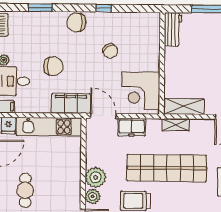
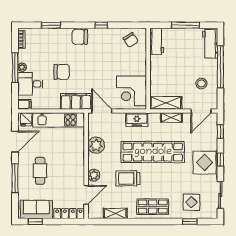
chair: (110, 51) -> (131, 40), moved
shelving: (176, 125) -> (171, 118), moved
freezer: (132, 127) -> (137, 120), moved
plant: (96, 177) -> (96, 145), moved

